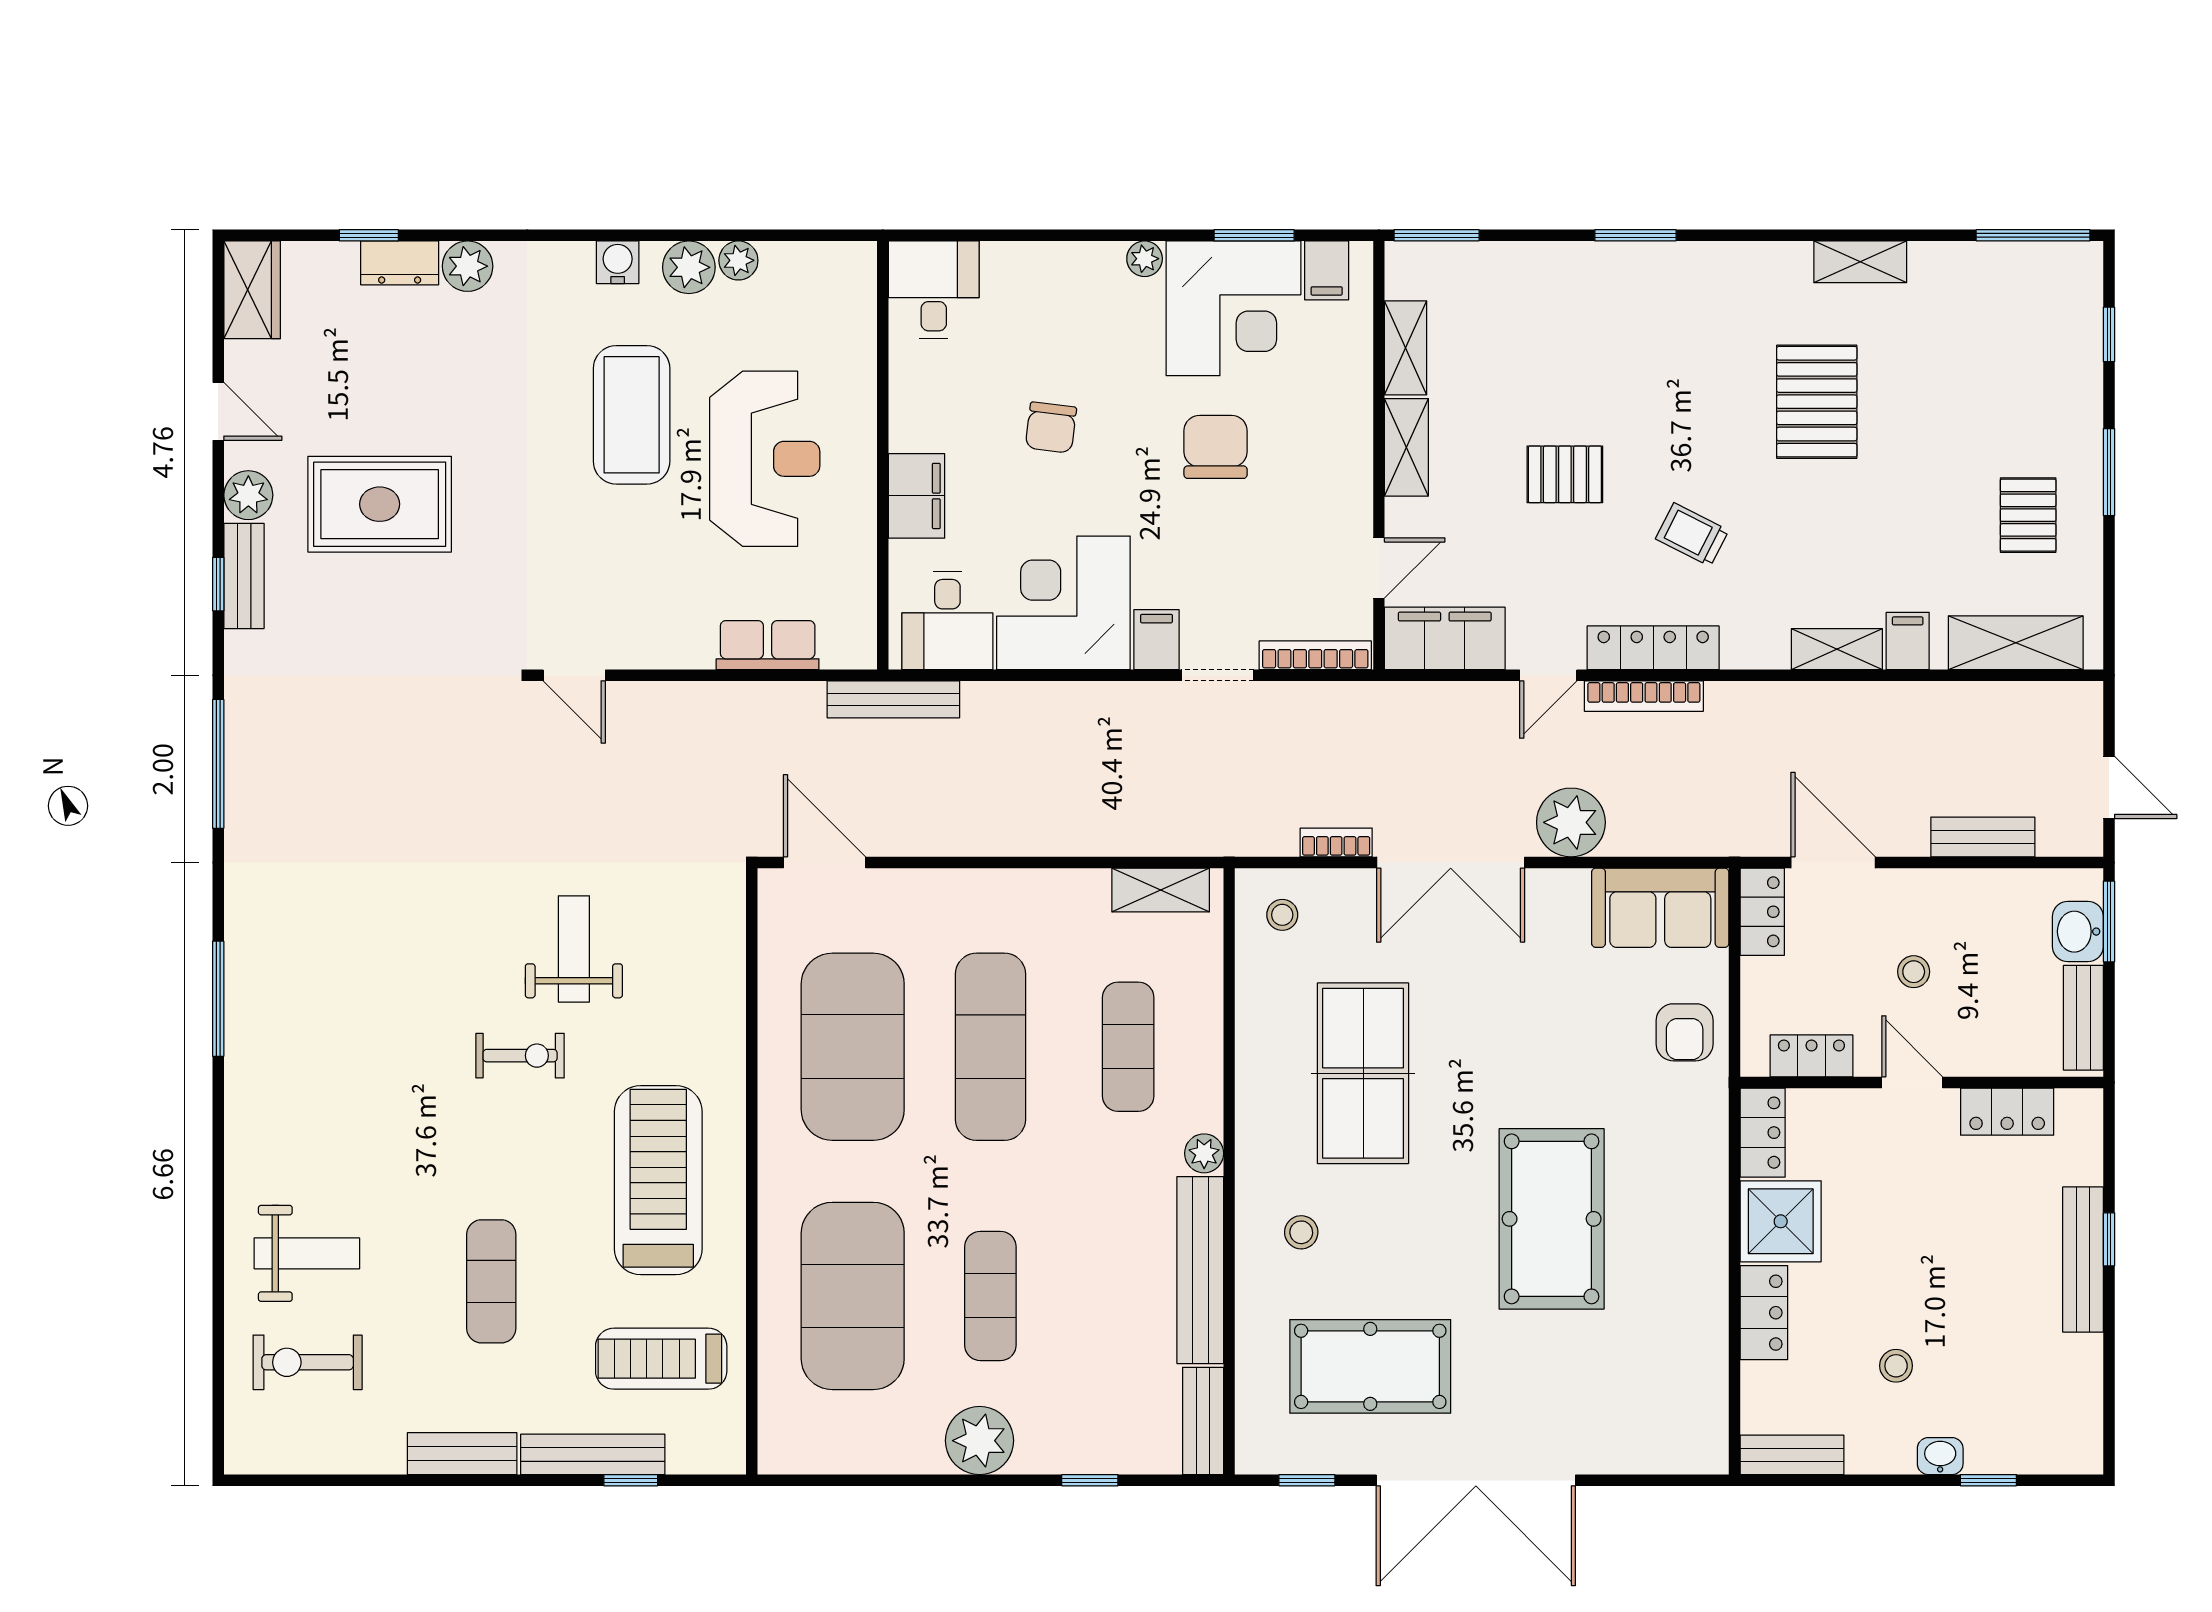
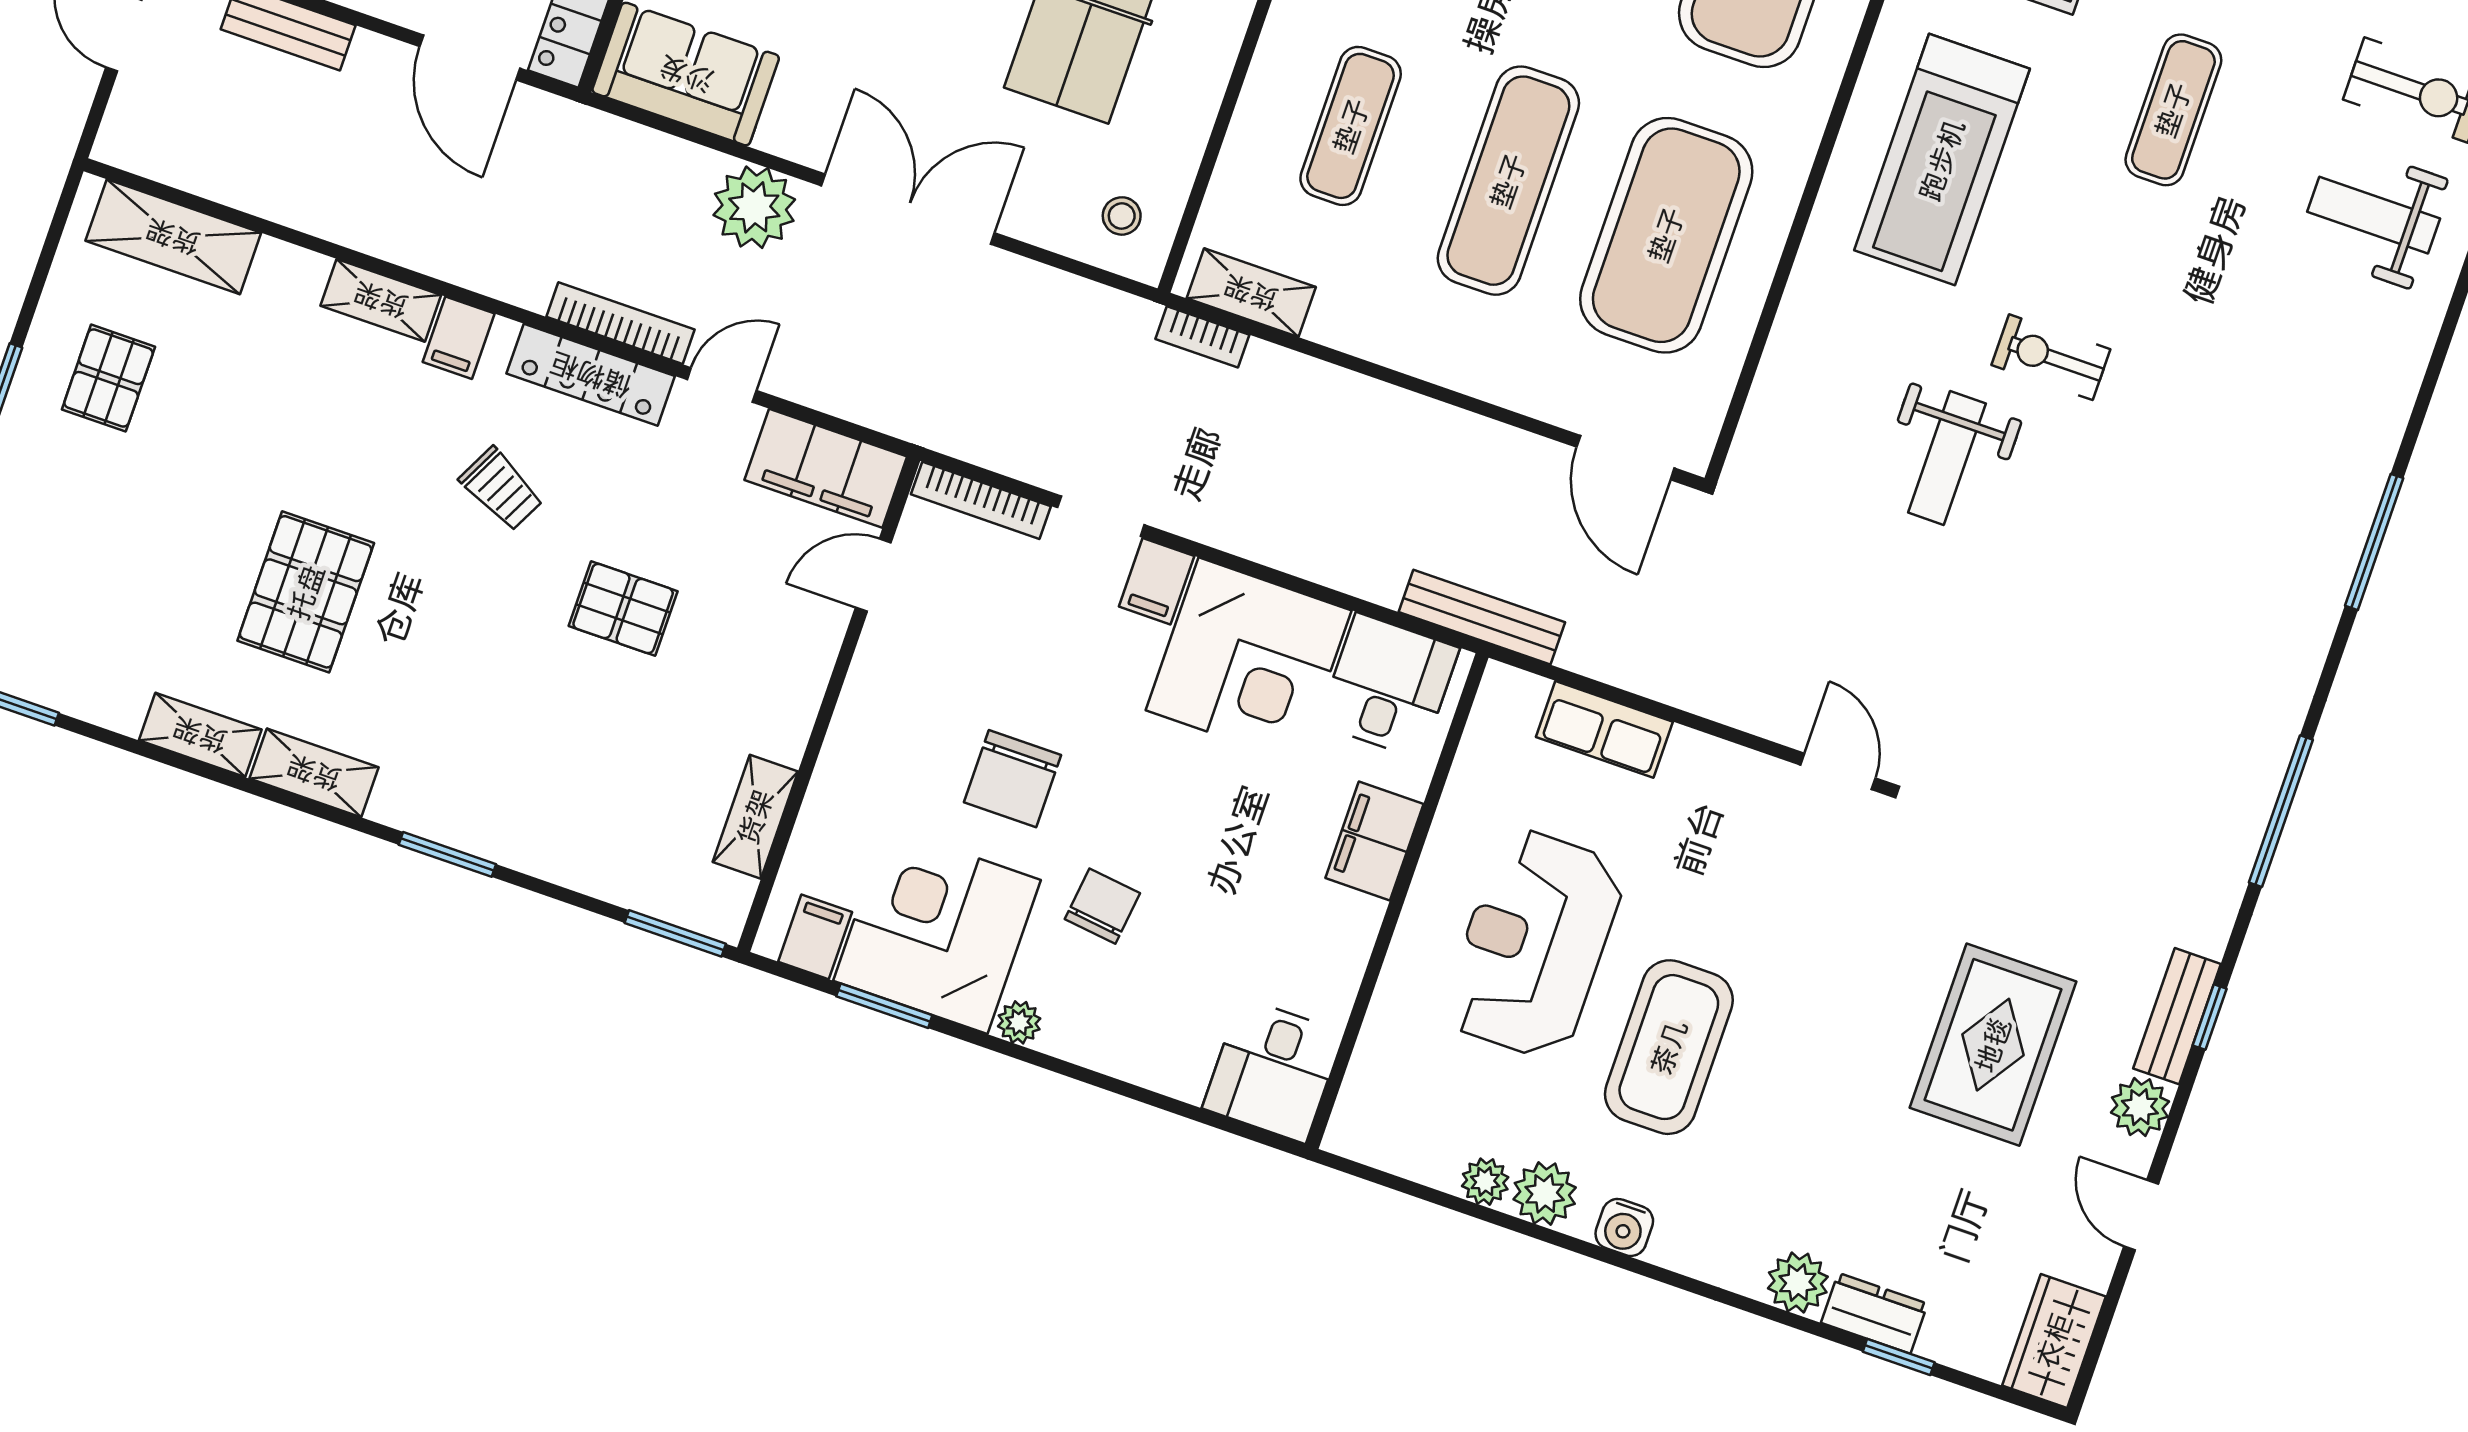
chair: (1051, 427) -> (1102, 906), moved
shelving: (1406, 447) -> (314, 773), moved, turned 90
rug: (380, 504) -> (1993, 1045), turned 90
filing cabinet: (1908, 641) -> (459, 338), moved
bookcase: (1336, 842) -> (1202, 337), moved

